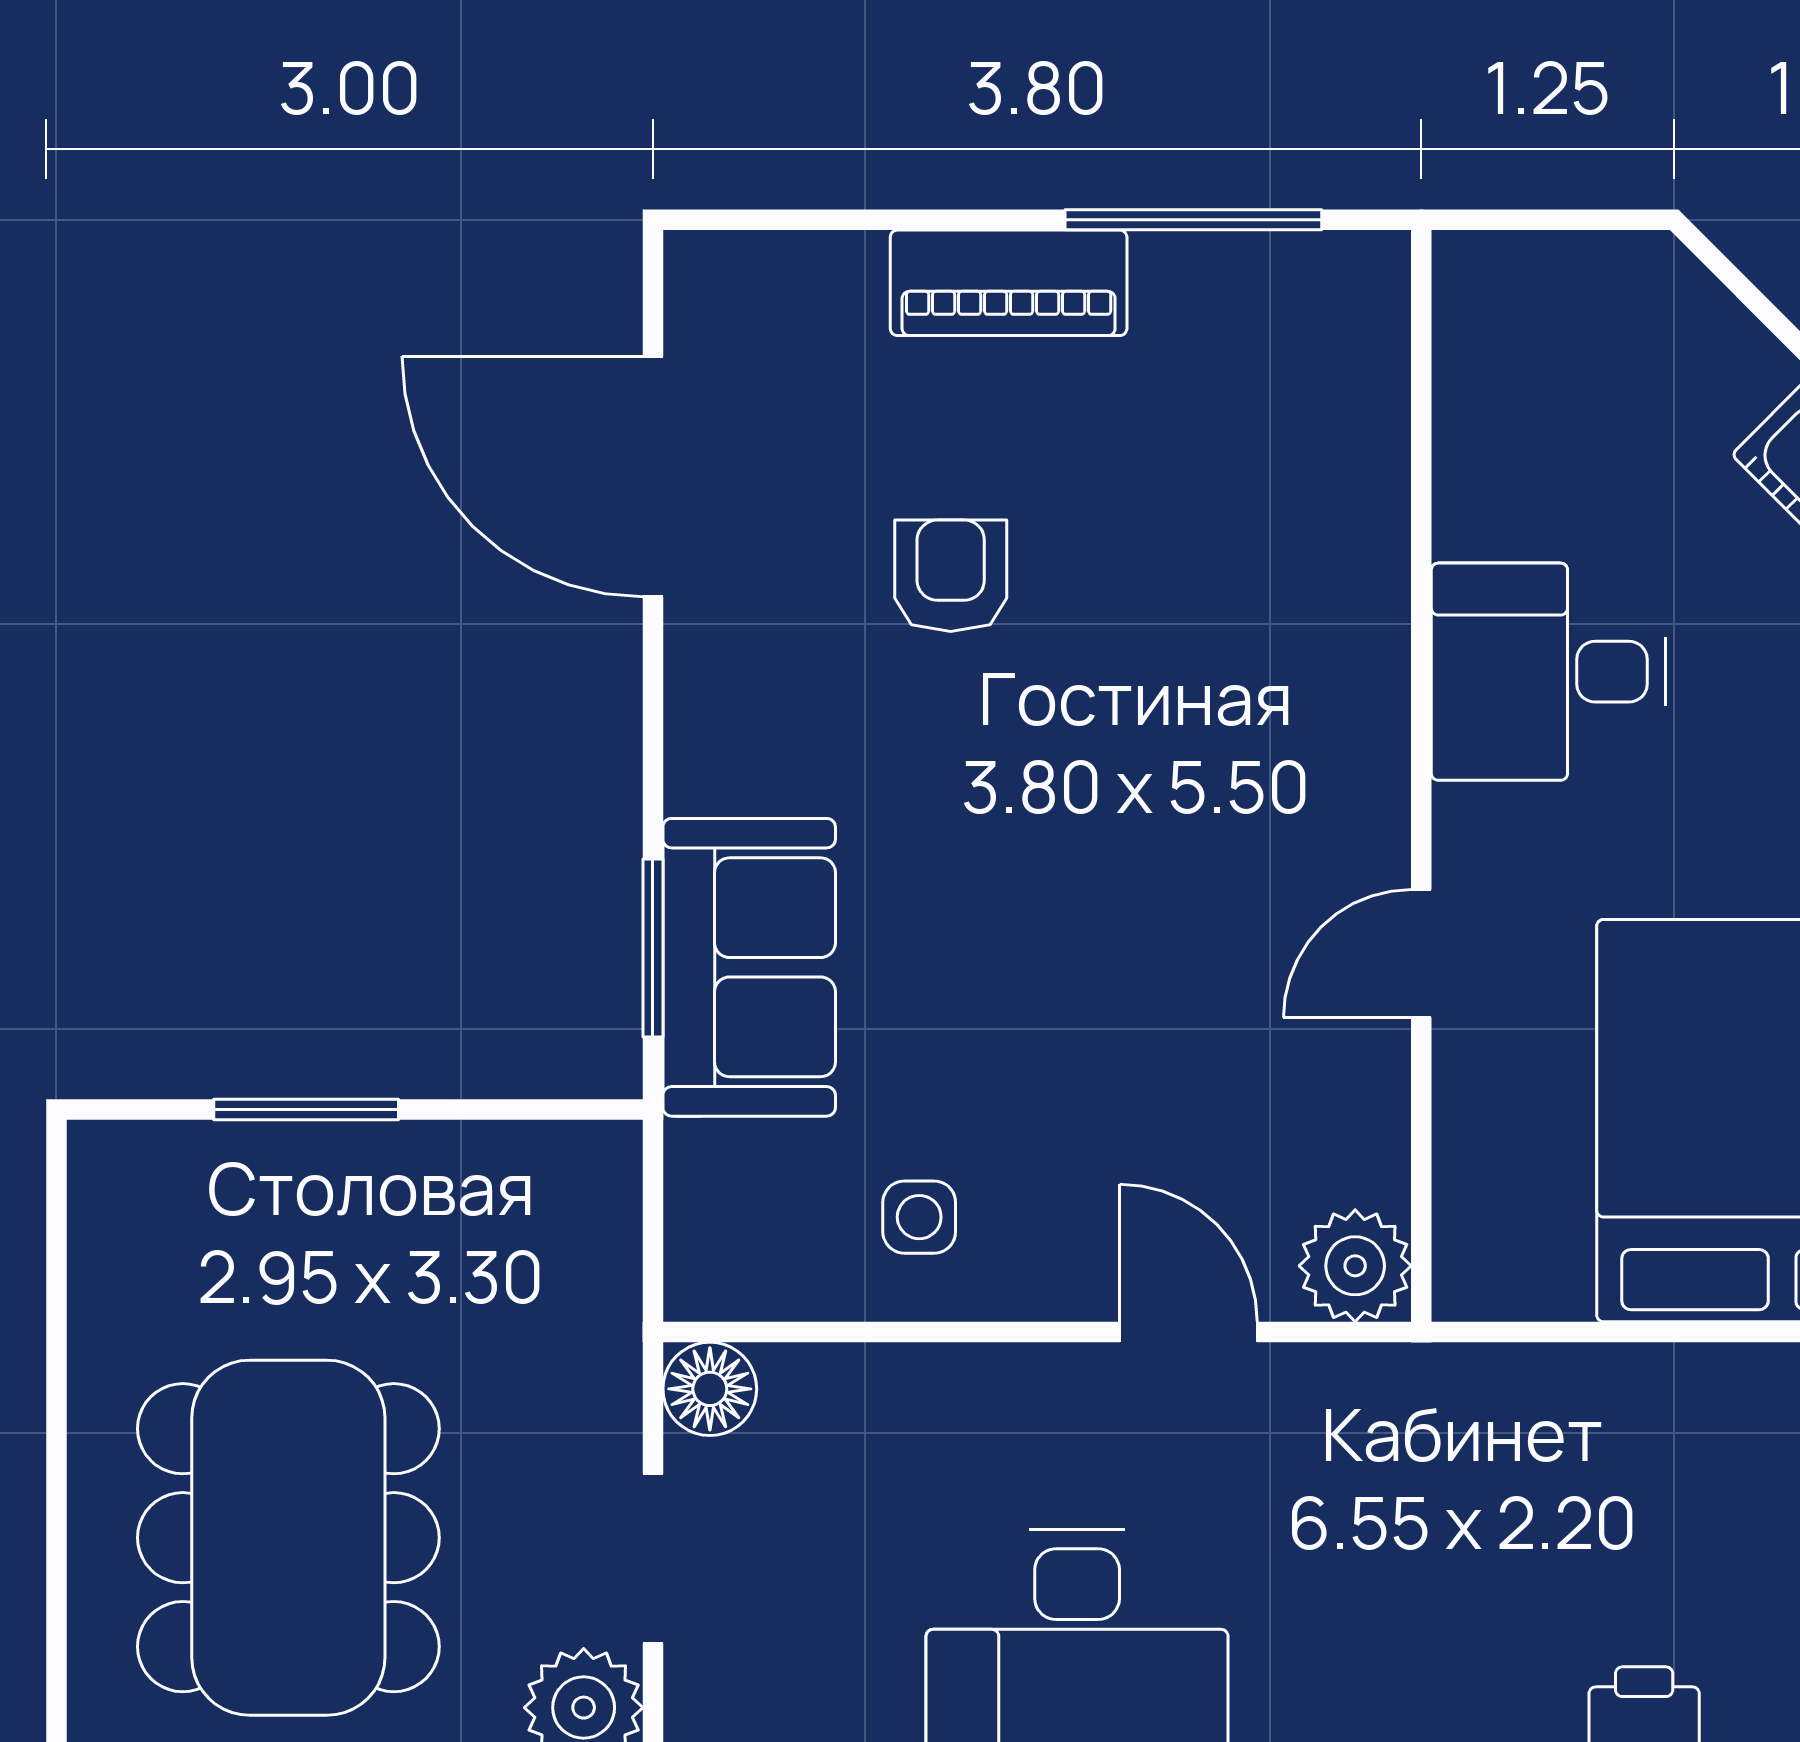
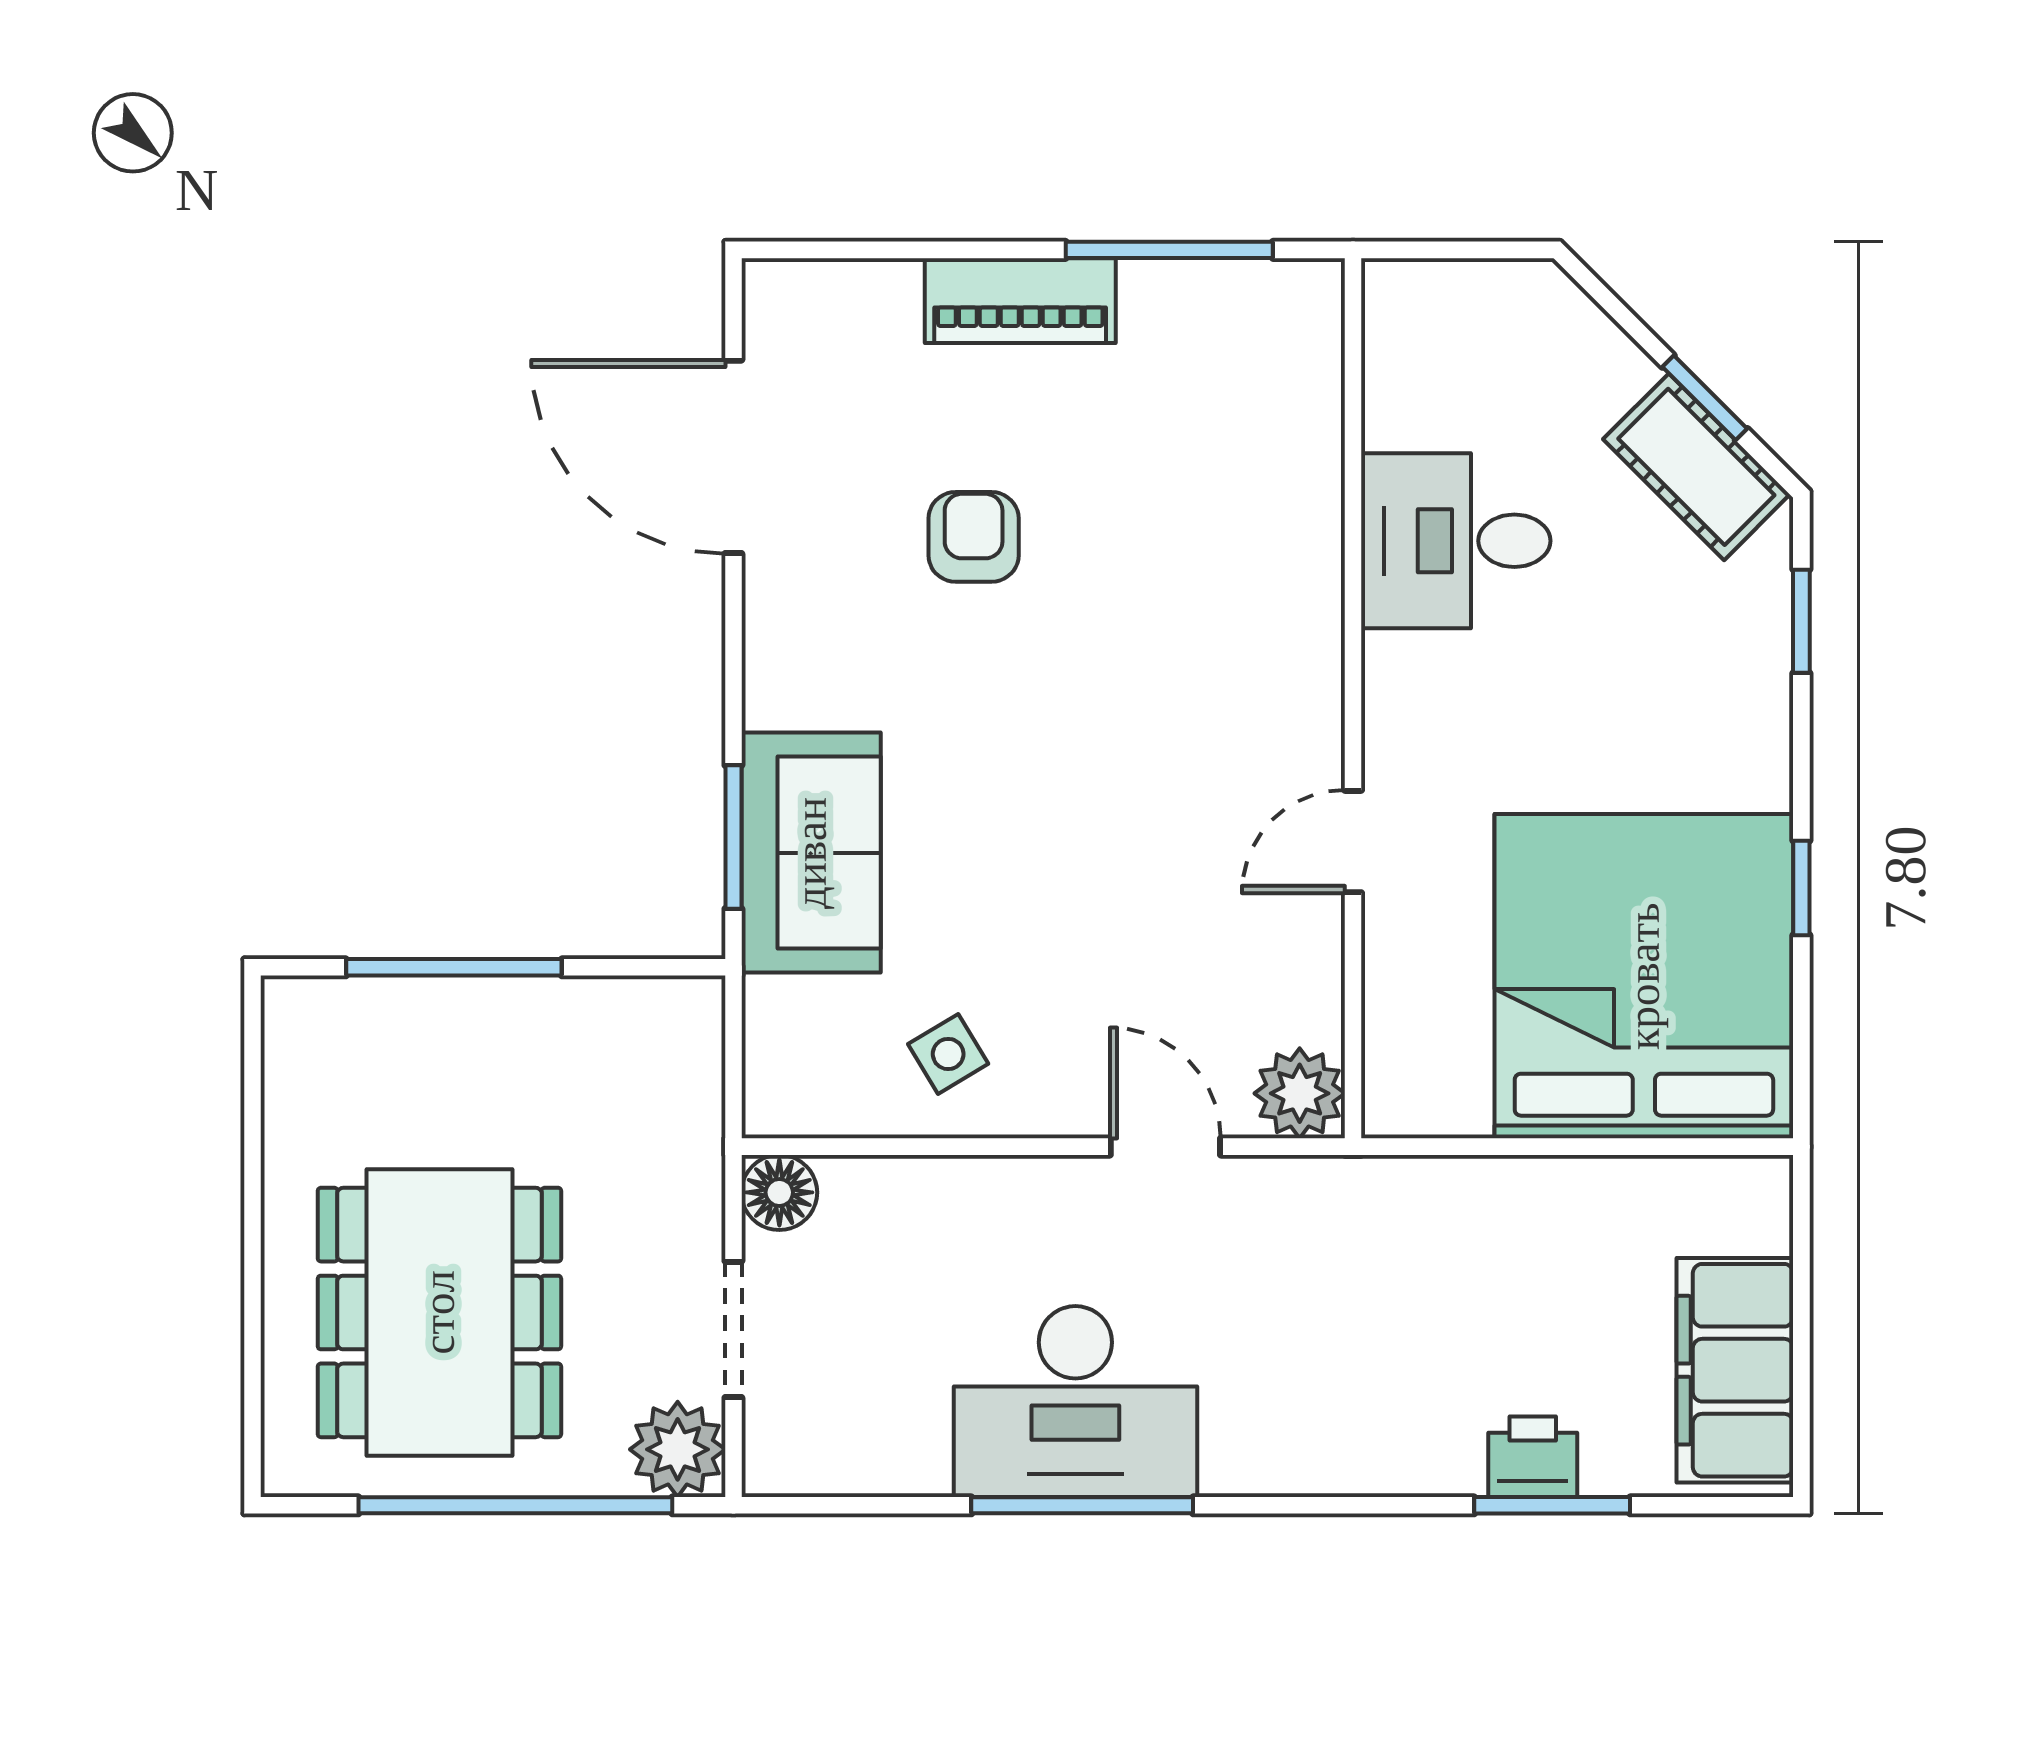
desk: (1549, 672) -> (1456, 541), moved
window: (306, 1110) -> (454, 967), width x1.44
side table: (919, 1217) -> (948, 1054), turned -31

